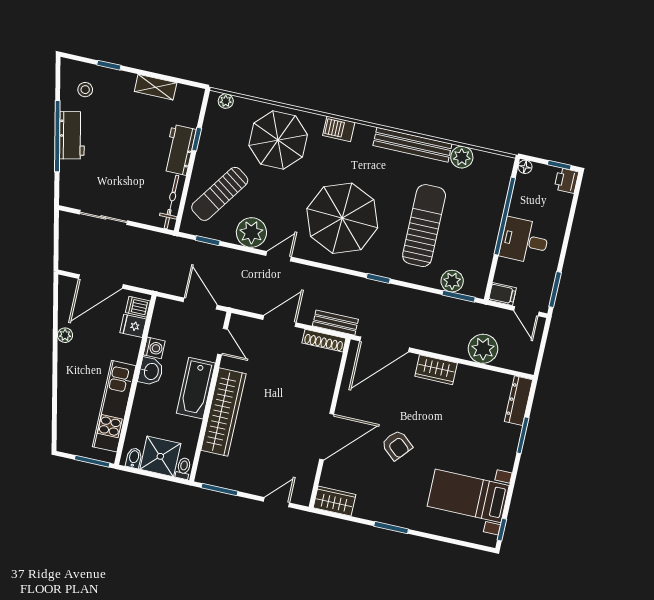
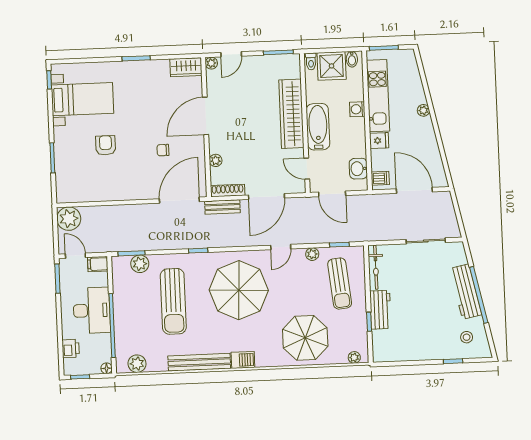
shelving: (156, 87) -> (412, 354), removed
barbecue: (339, 129) -> (243, 360), moved
workbench: (72, 135) -> (466, 292), width x1.38
plant: (462, 157) -> (137, 364), moved
printer: (566, 181) -> (71, 349), moved
sun lounger: (220, 194) -> (340, 284), turned 139
plant: (251, 232) -> (312, 254), width x0.53, depth x0.53
desk: (524, 241) -> (92, 310), width x1.37
door: (101, 281) -> (414, 190), hinge flipped
door: (279, 321) -> (266, 197), width x1.36
fridge: (133, 326) -> (379, 141), moved
plant: (65, 335) -> (423, 110), moved
washing machine: (154, 348) -> (357, 109), moved
plant: (483, 349) -> (69, 219), moved
wardrobe: (436, 370) -> (134, 191), removed
washbasin: (151, 371) -> (358, 169), moved
plant: (329, 380) -> (216, 160), added
dresser: (519, 401) -> (63, 184), removed
chair: (388, 409) -> (163, 150), added
armchair: (397, 445) -> (106, 145), moved, turned 49
plant: (303, 498) -> (211, 63), added

